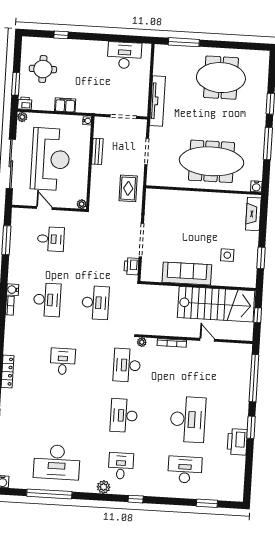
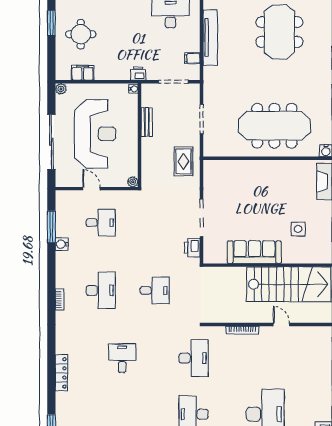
meeting table: (221, 78) -> (279, 32), turned 90
window: (16, 84) -> (51, 23), moved
filing cabinet: (142, 97) -> (192, 58), added
tv unit: (157, 101) -> (210, 37), moved
printer: (25, 103) -> (138, 73), moved
filing cabinet: (65, 105) -> (83, 73), moved
water cooler: (13, 290) -> (62, 244), moved
desk: (95, 303) -> (155, 290), width x0.73
plant: (142, 342) -> (209, 331), removed
desk: (127, 365) -> (194, 358), turned 180

